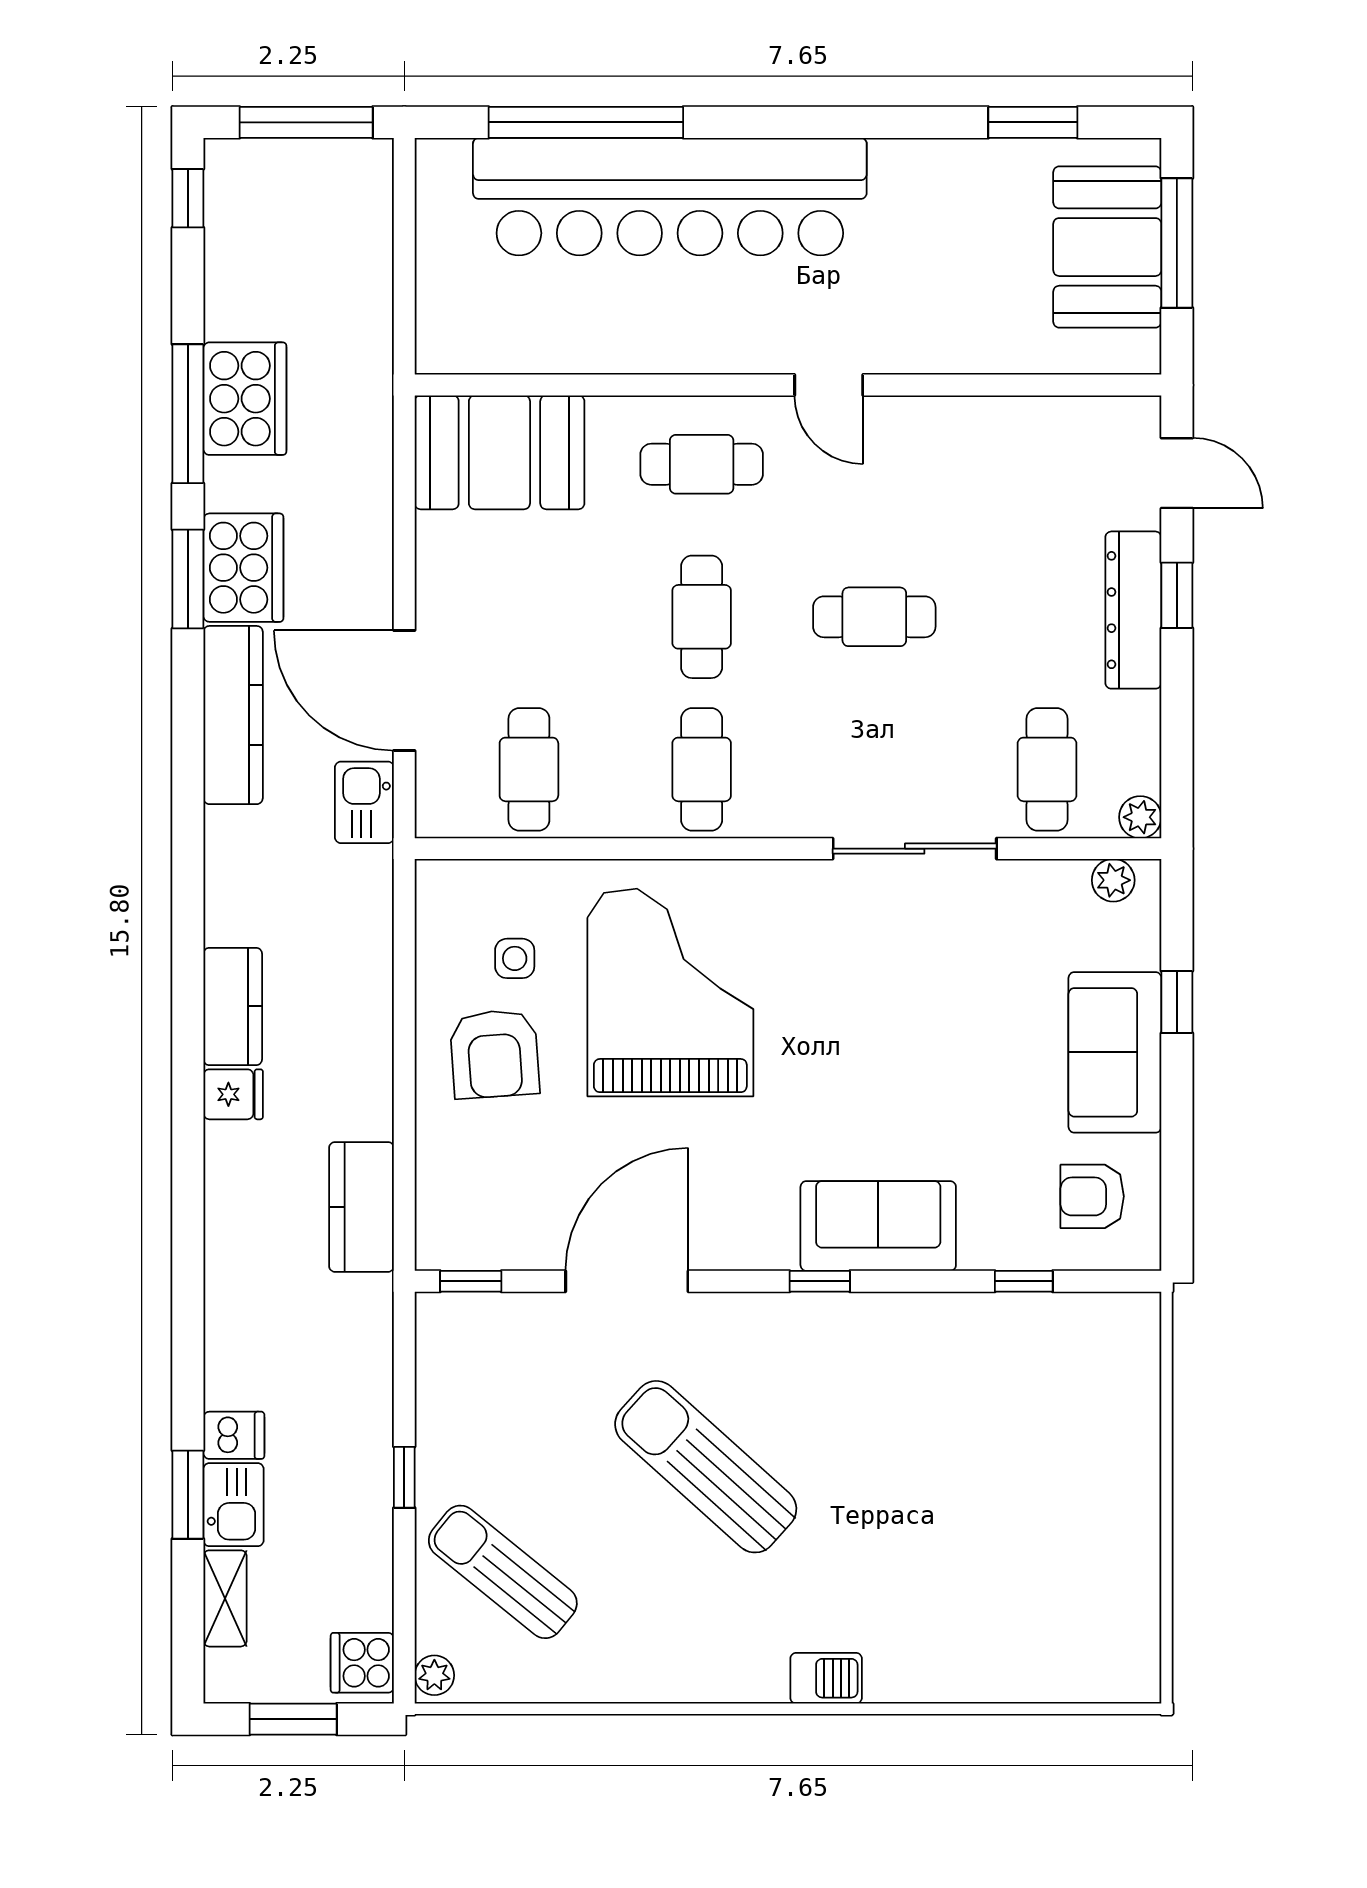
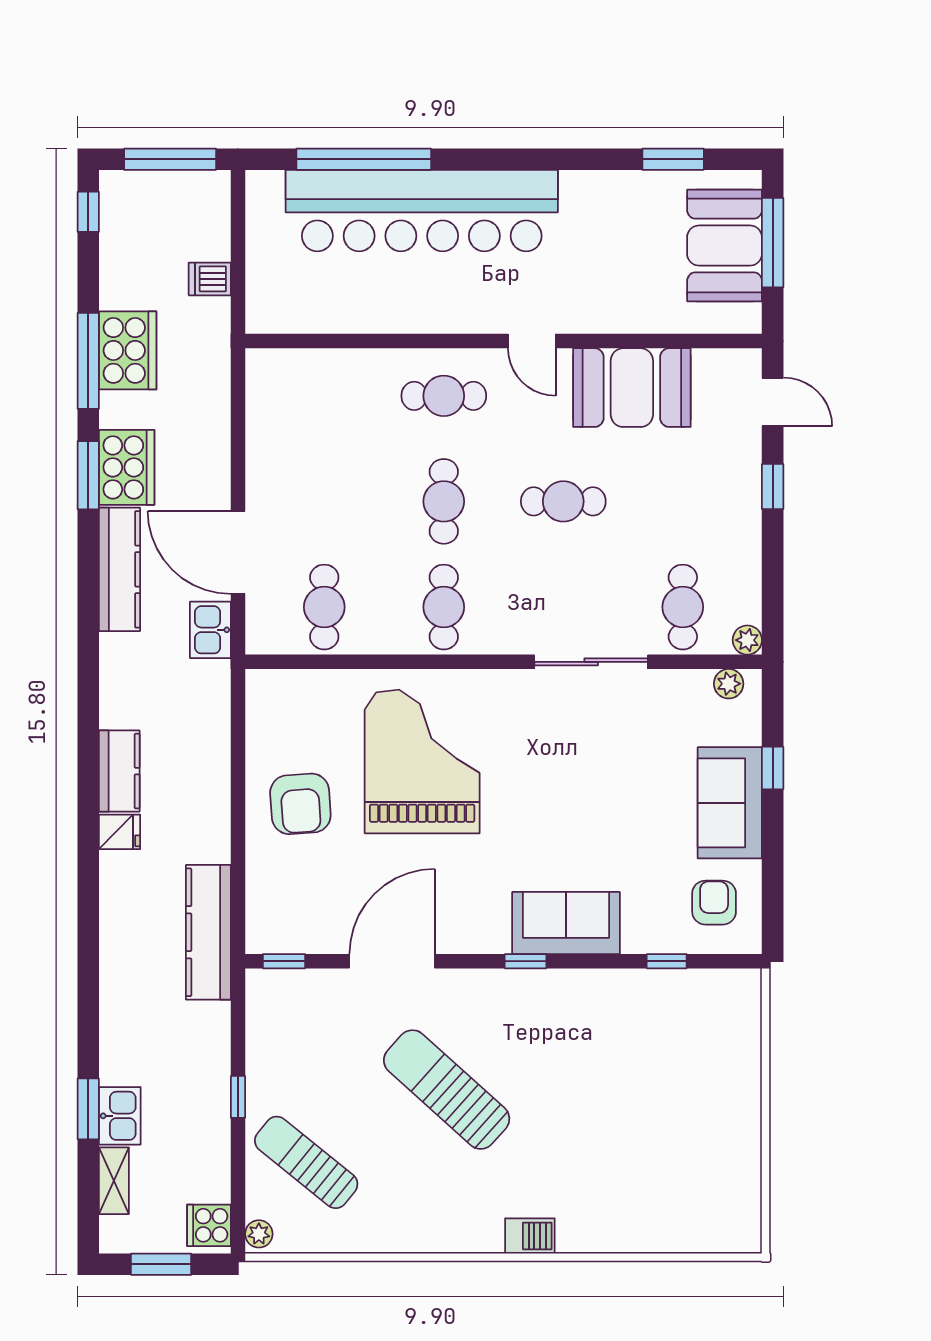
booth: (499, 452) -> (632, 388), moved
dresser: (1133, 610) -> (743, 497), removed
side table: (515, 958) -> (314, 738), removed
armchair: (1092, 1196) -> (714, 903), turned 90
kitchen counter: (361, 1207) -> (208, 932), width x1.50
dishwasher: (234, 1435) -> (210, 279), moved, turned 180

